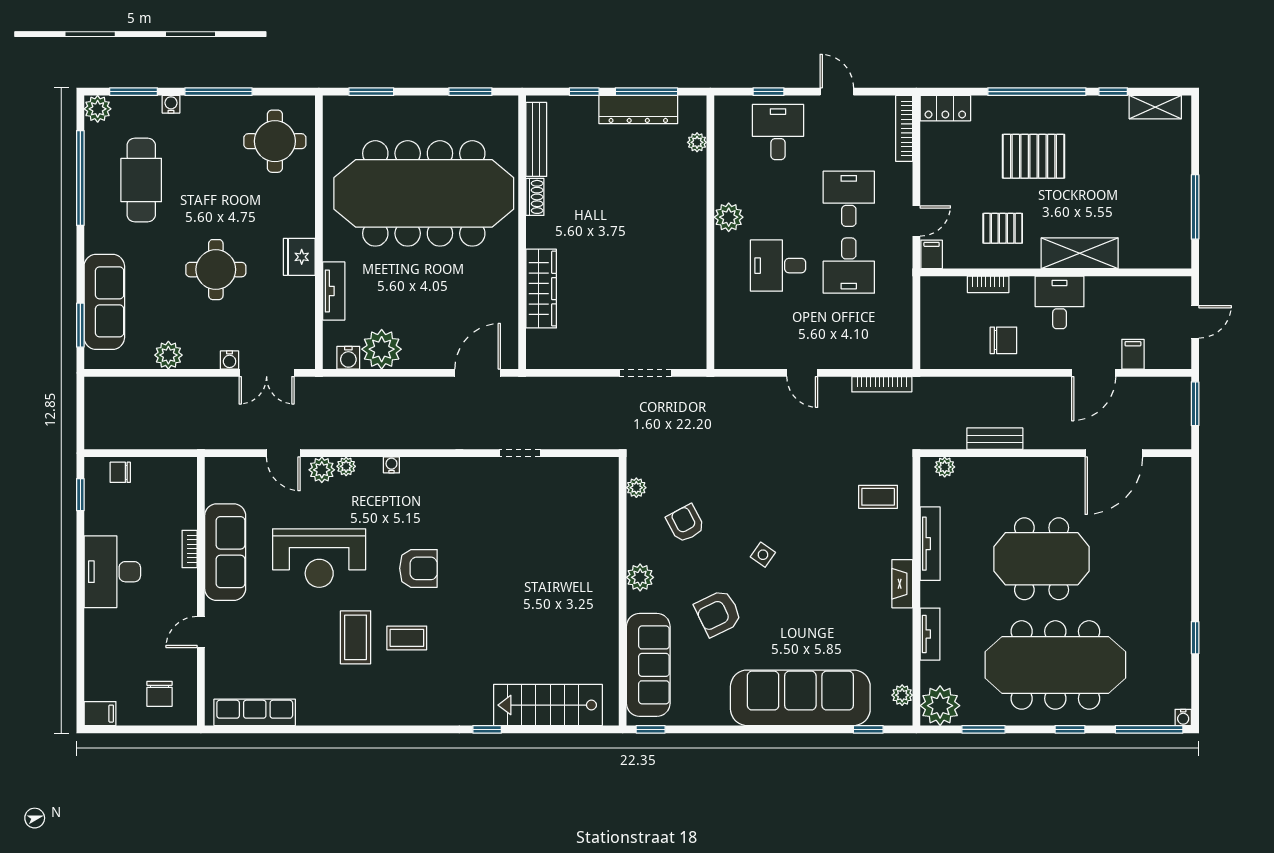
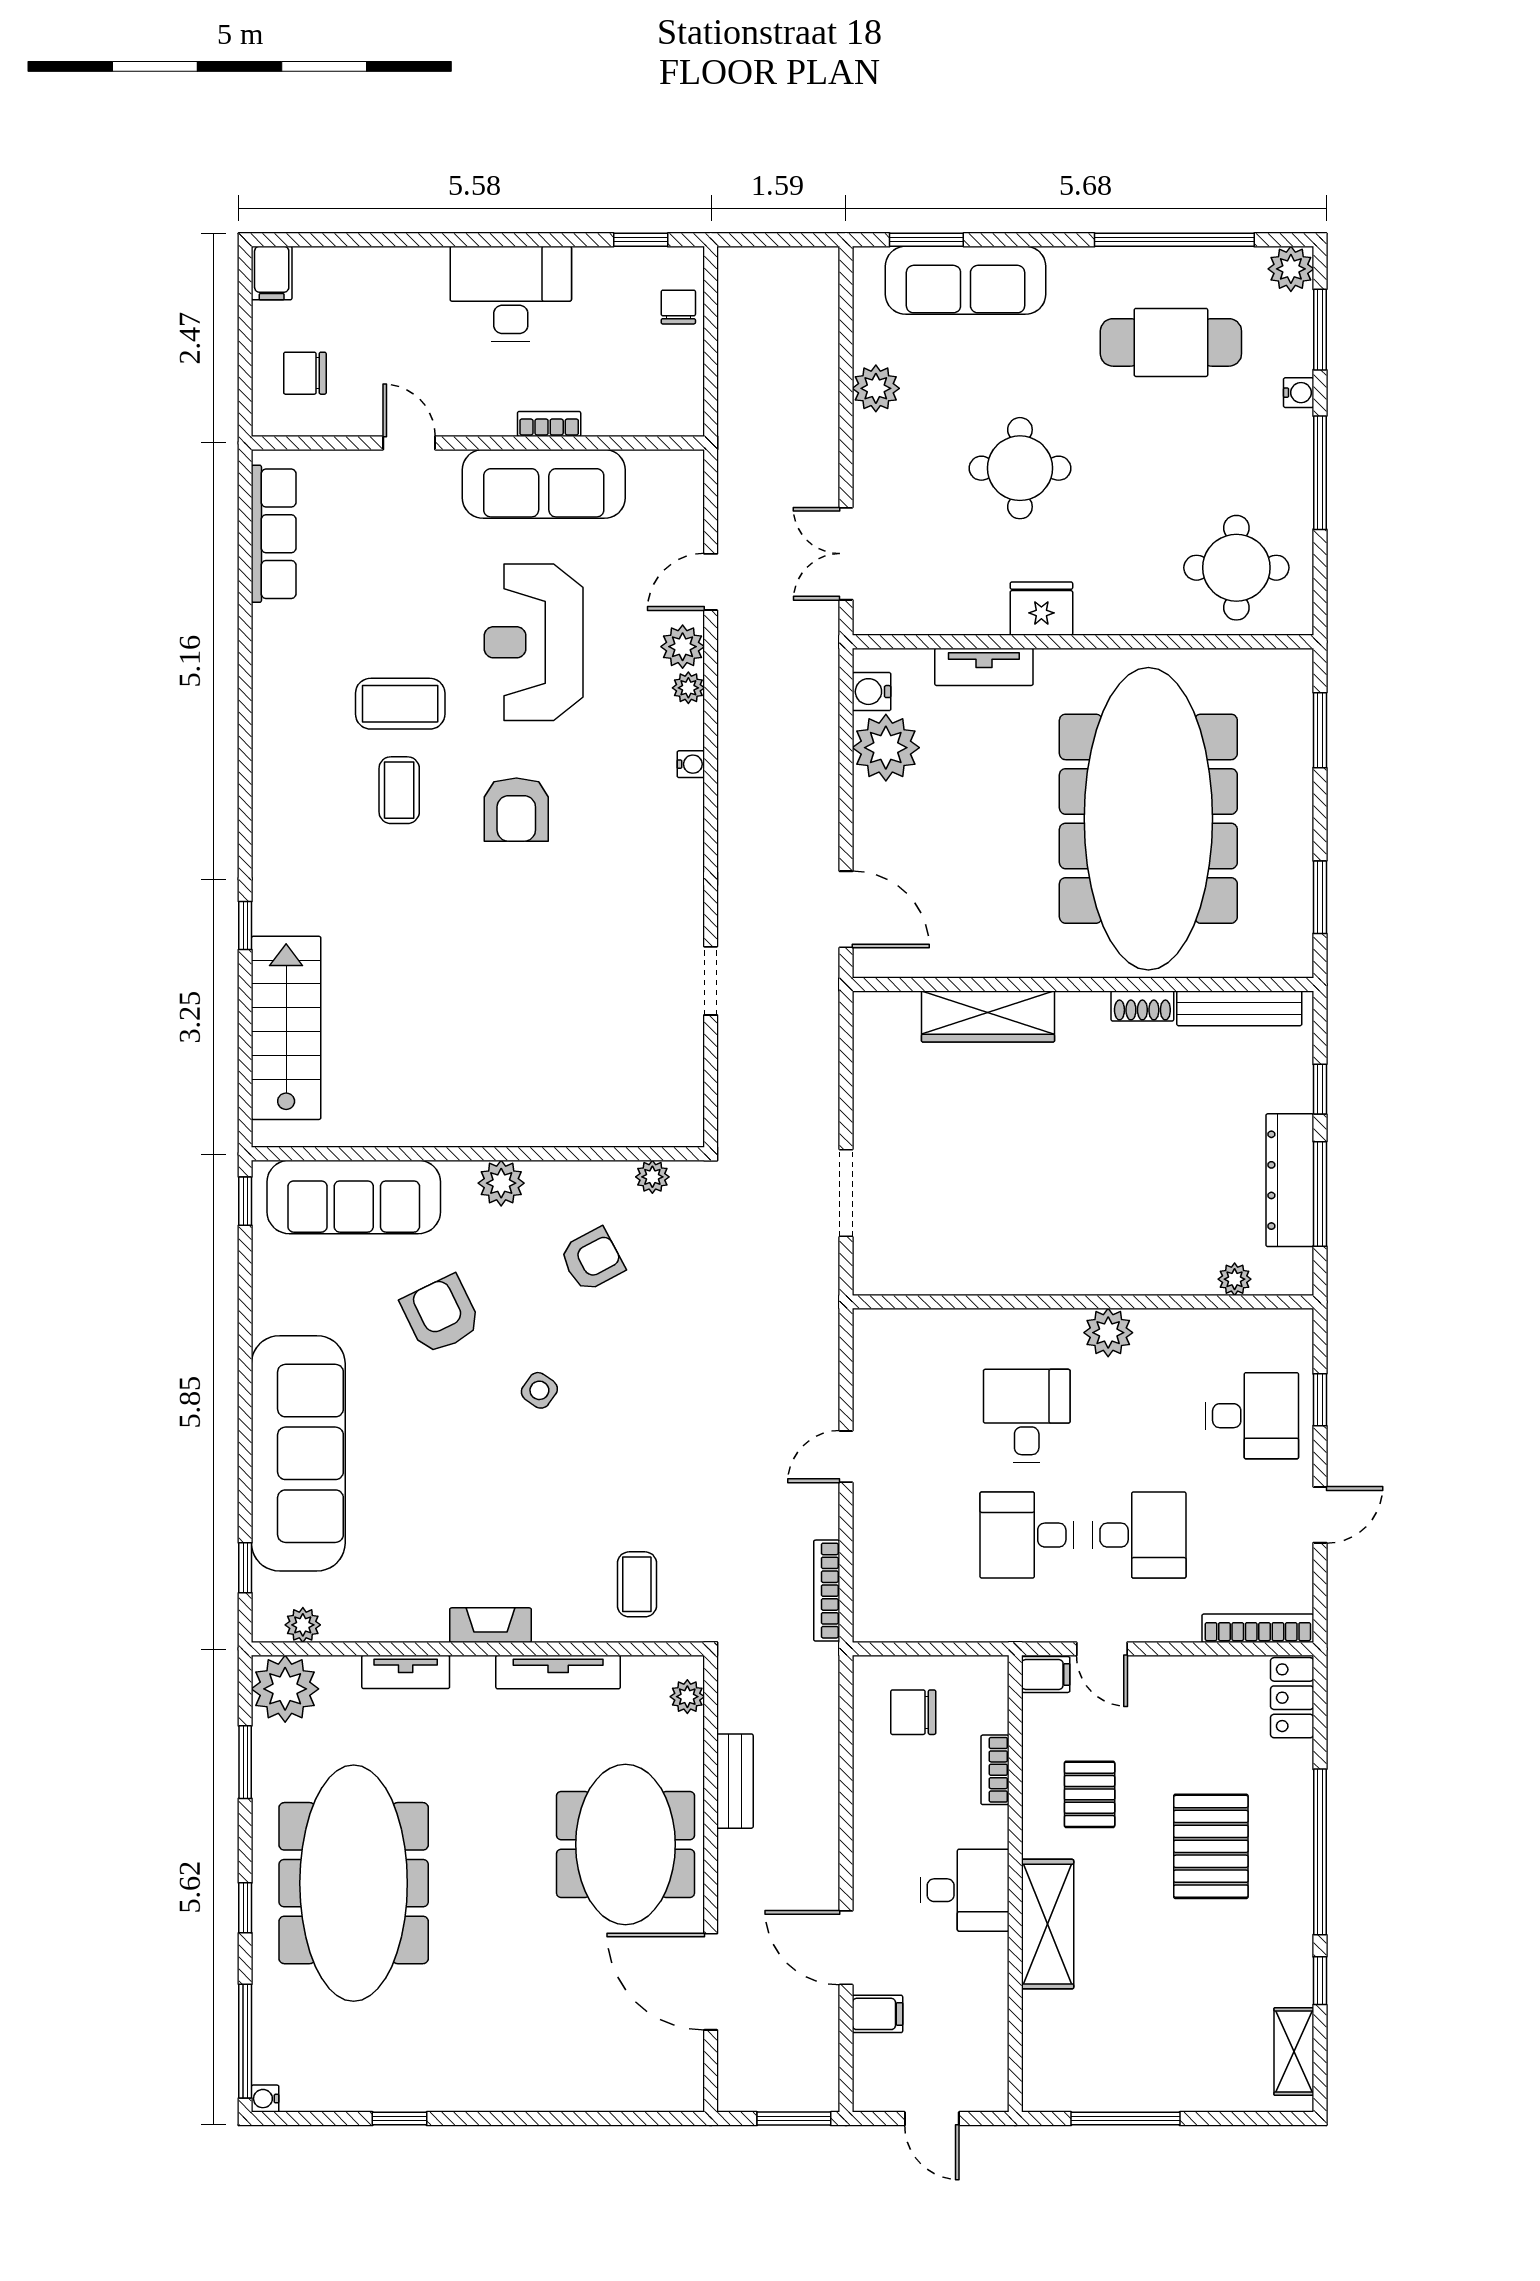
chair: (1003, 340) -> (913, 1712), moved, turned 90
water cooler: (230, 360) -> (868, 491), removed
meeting table: (1042, 559) -> (625, 1844), moved

